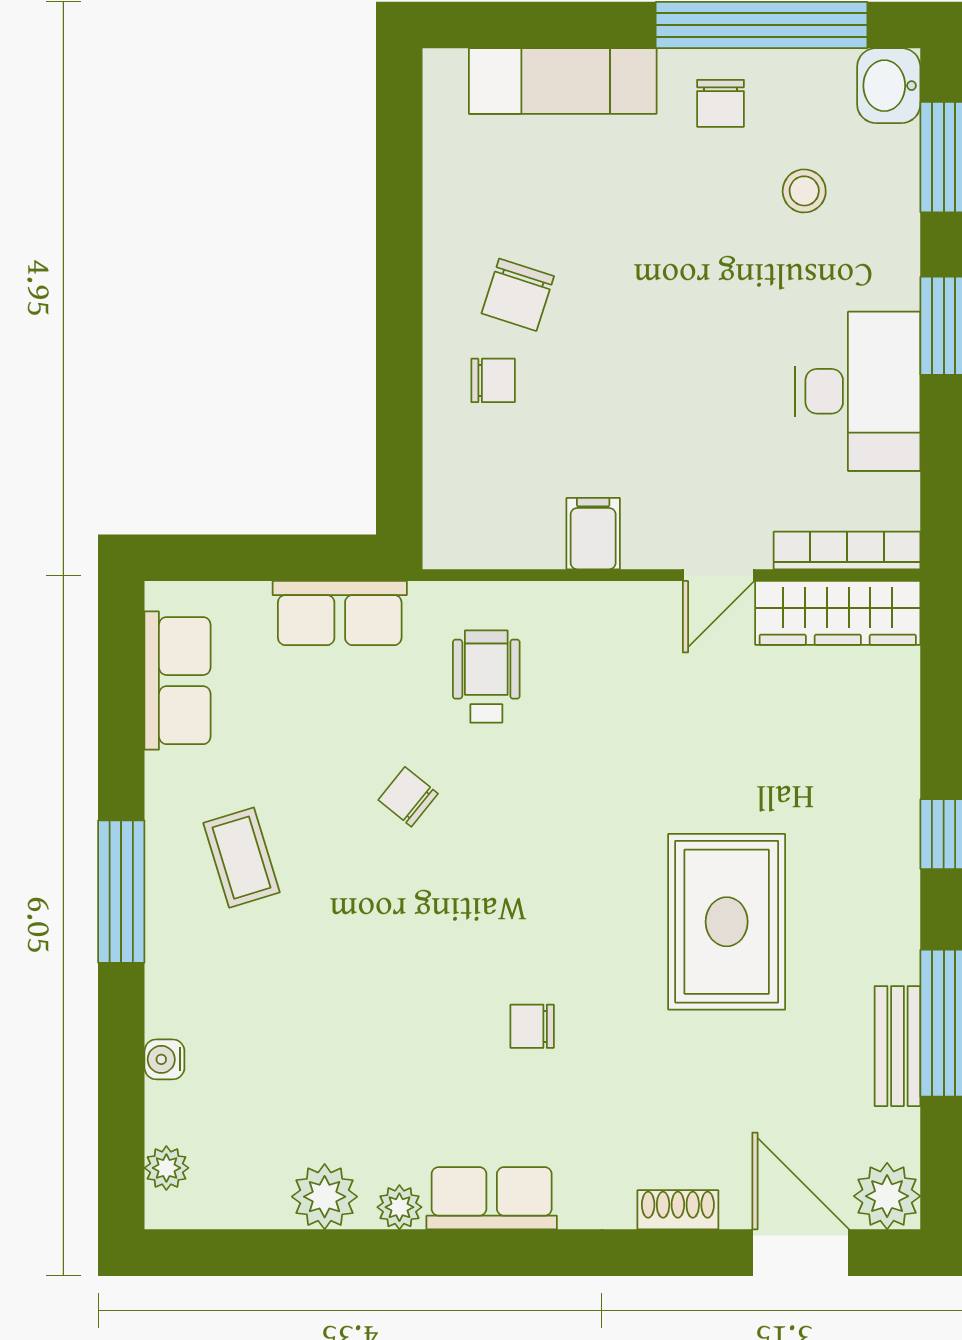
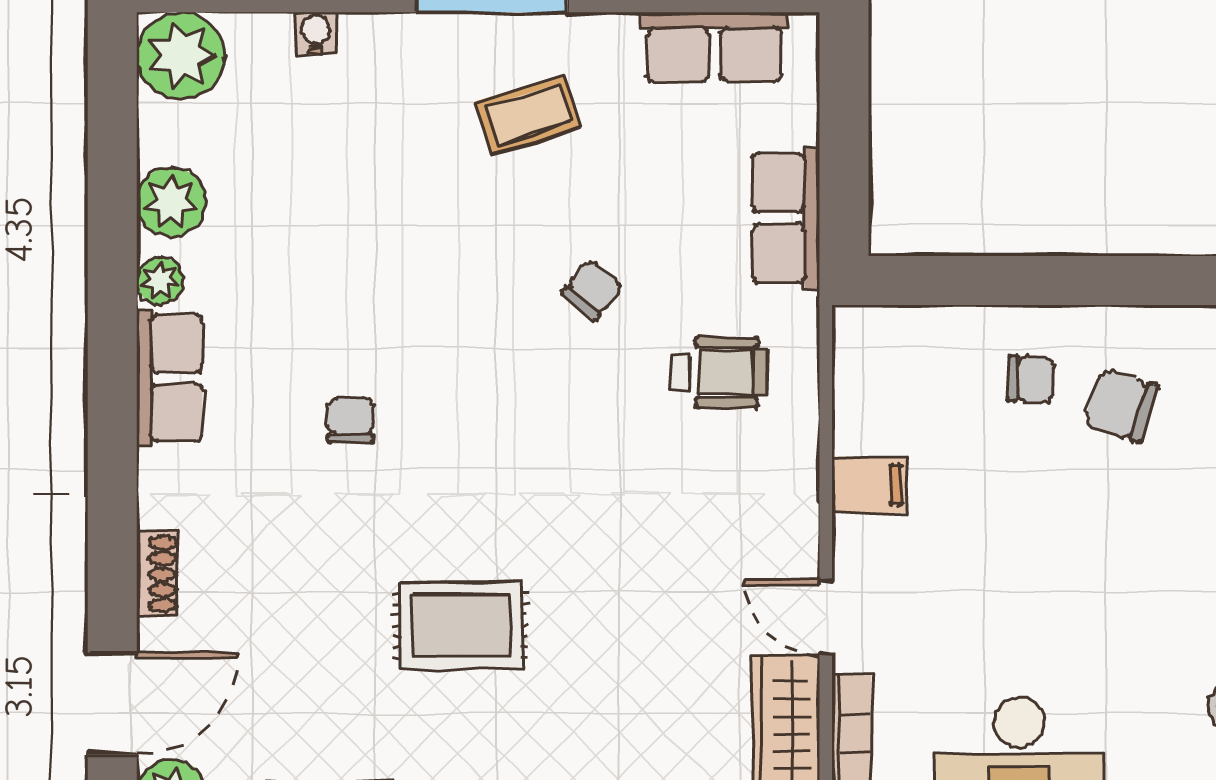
chair: (493, 380) -> (1031, 379), turned -87
rug: (727, 922) -> (461, 625), width x0.73, depth x0.70
plant: (166, 1168) -> (181, 56), width x1.88, depth x1.88

